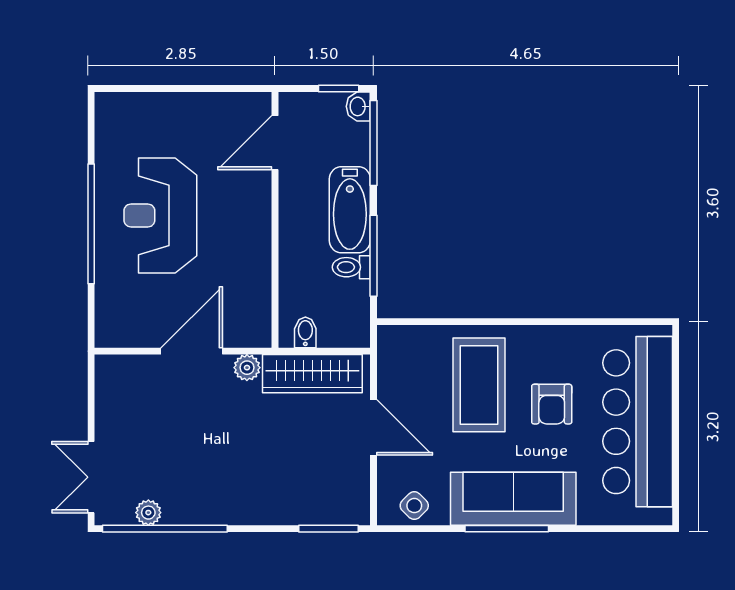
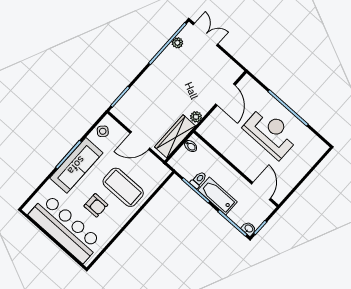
door: (192, 351) -> (225, 95), moved
armchair: (552, 404) -> (96, 205), turned 180

